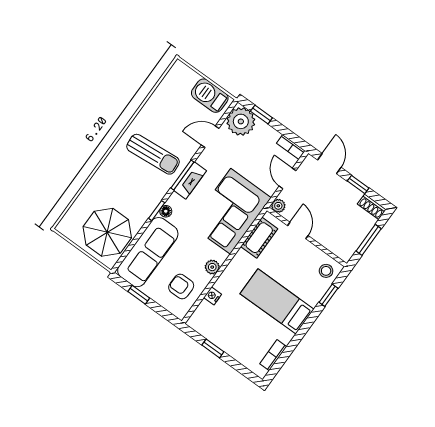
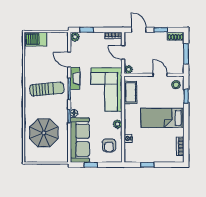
barbecue: (210, 96) -> (36, 39), moved
plant: (241, 121) -> (75, 37), width x0.53, depth x0.53
door: (210, 137) -> (69, 60), hinge flipped
fireplace: (190, 180) -> (75, 78), moved
door: (298, 231) -> (160, 75), moved
parasol: (107, 232) -> (44, 133), moved
armchair: (181, 286) -> (109, 145), turned -90

